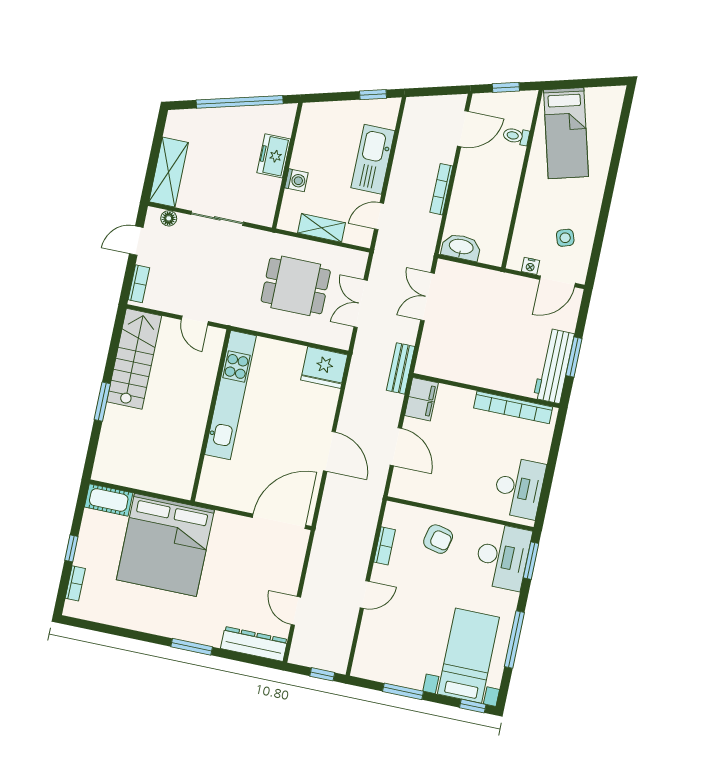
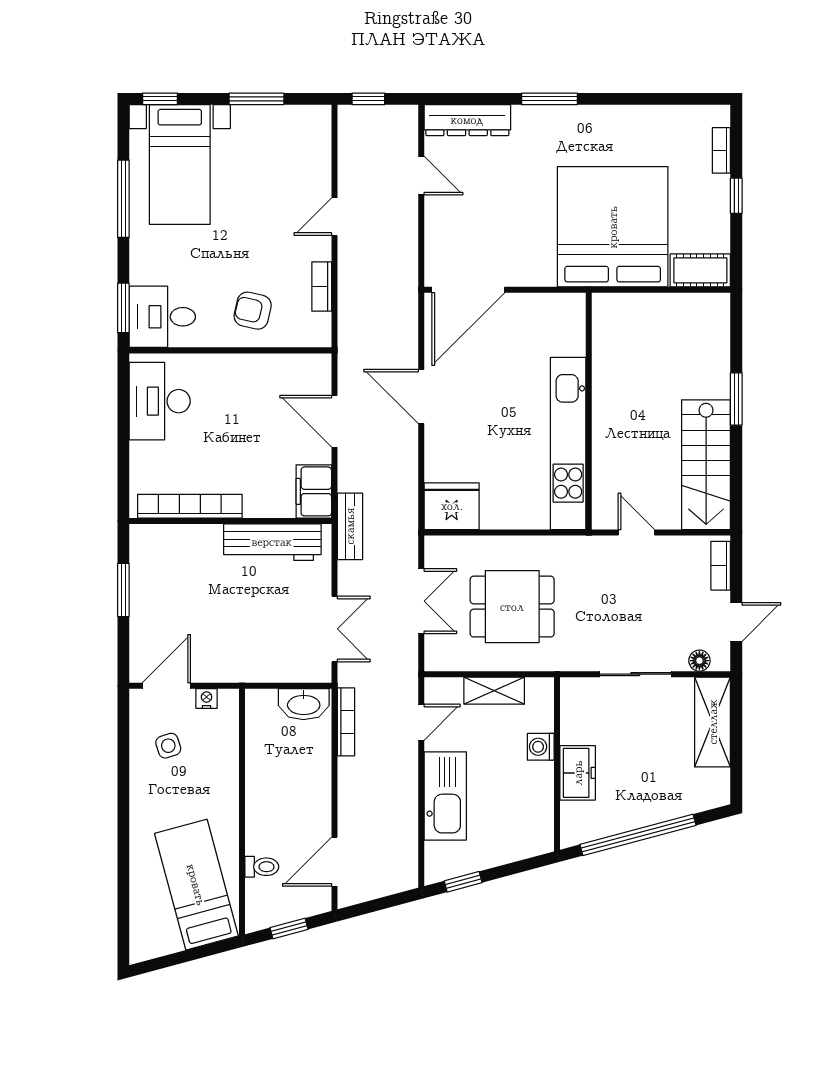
bookcase: (441, 189) -> (346, 722), moved
workbench: (554, 366) -> (272, 542), moved, turned 90
desk: (502, 557) -> (162, 317), width x0.73

